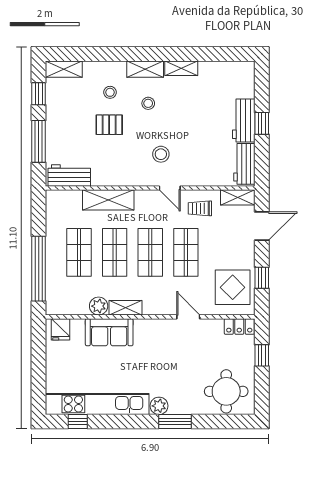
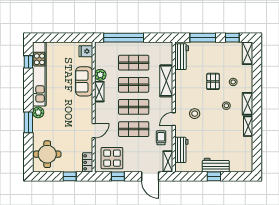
workbench: (244, 164) -> (181, 150), moved, turned 90

